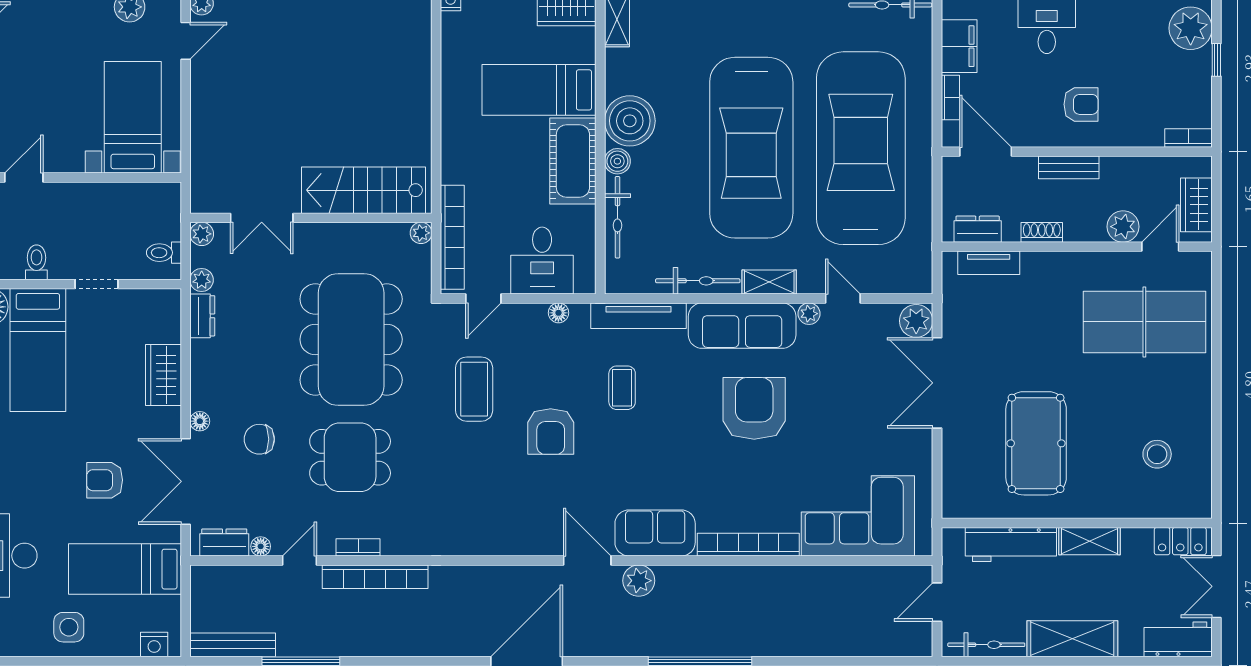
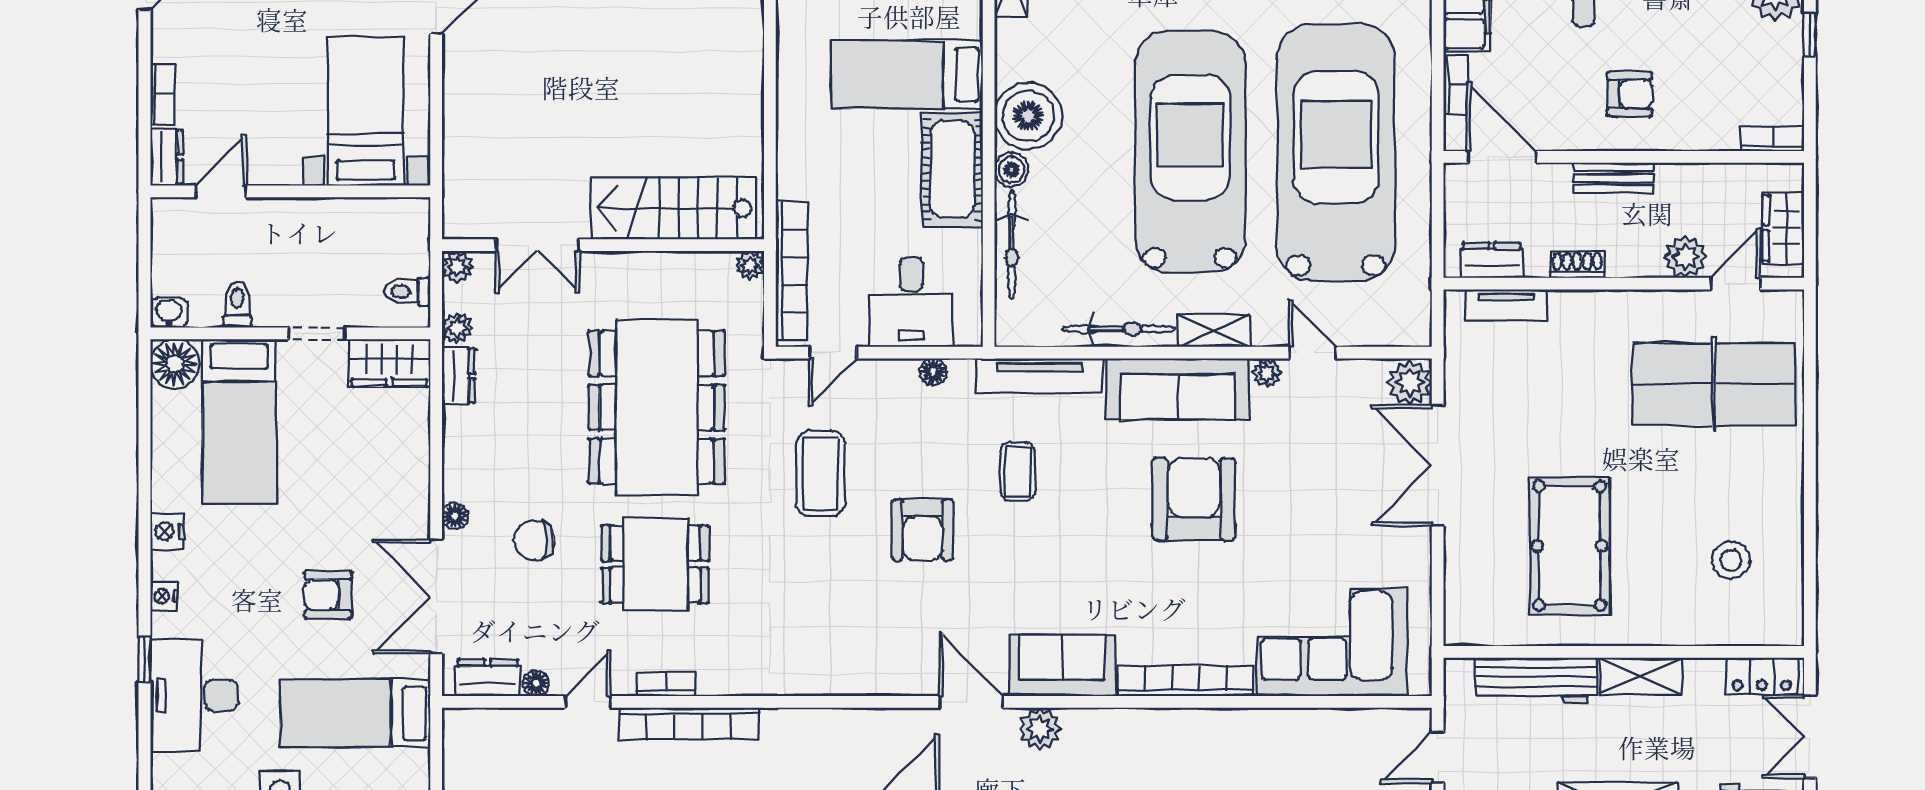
car: (751, 148) -> (1190, 152), turned 180
wardrobe: (164, 375) -> (389, 363), moved, turned -90

